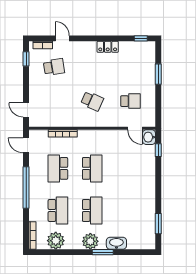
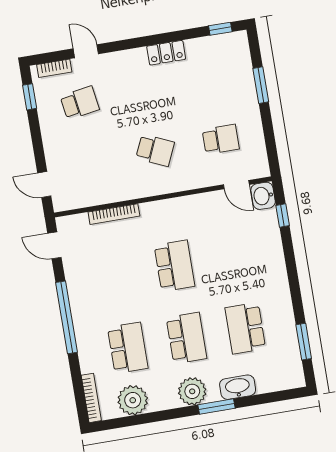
school desk: (58, 168) -> (245, 328), moved

